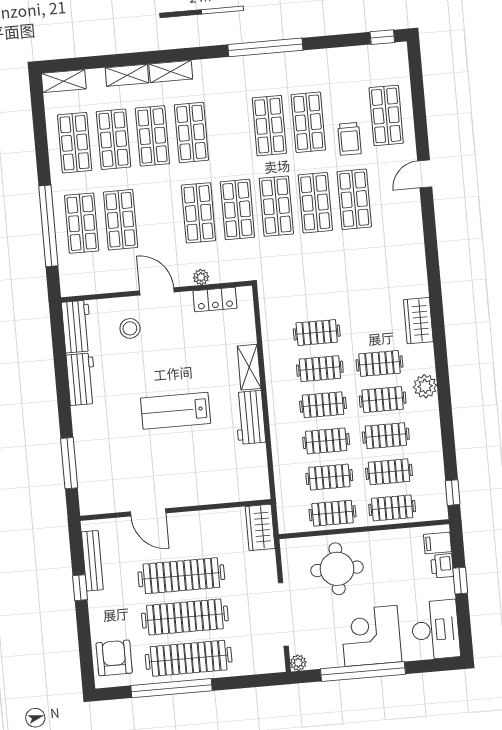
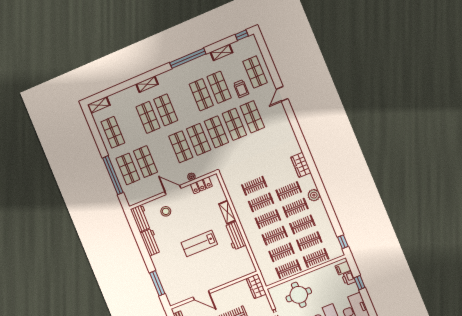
shelving: (127, 75) -> (221, 52), moved
shop shelf: (113, 139) -> (130, 125), removed

